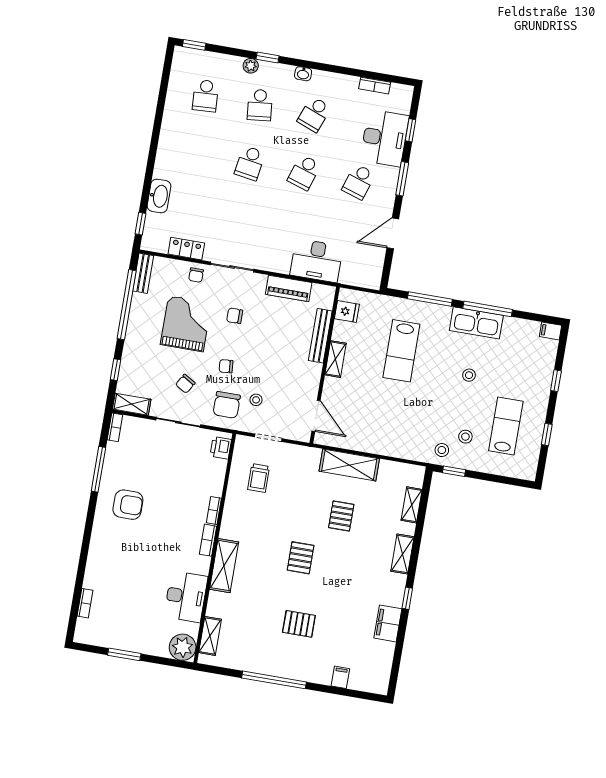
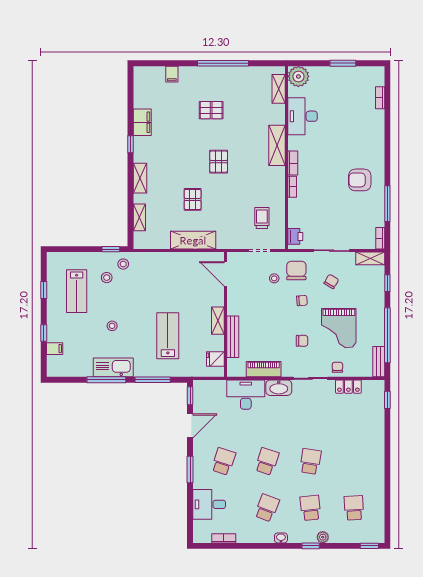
window: (410, 130) -> (190, 396), moved
desk: (385, 138) -> (209, 504), width x0.73
washbasin: (159, 196) -> (279, 388), moved, turned -90
filing cabinet: (551, 331) -> (55, 349), moved

